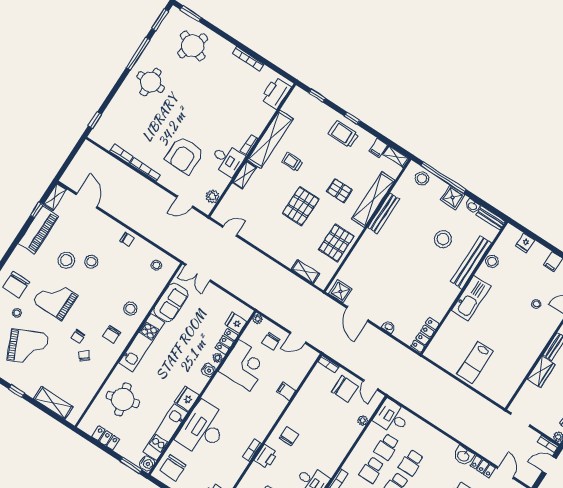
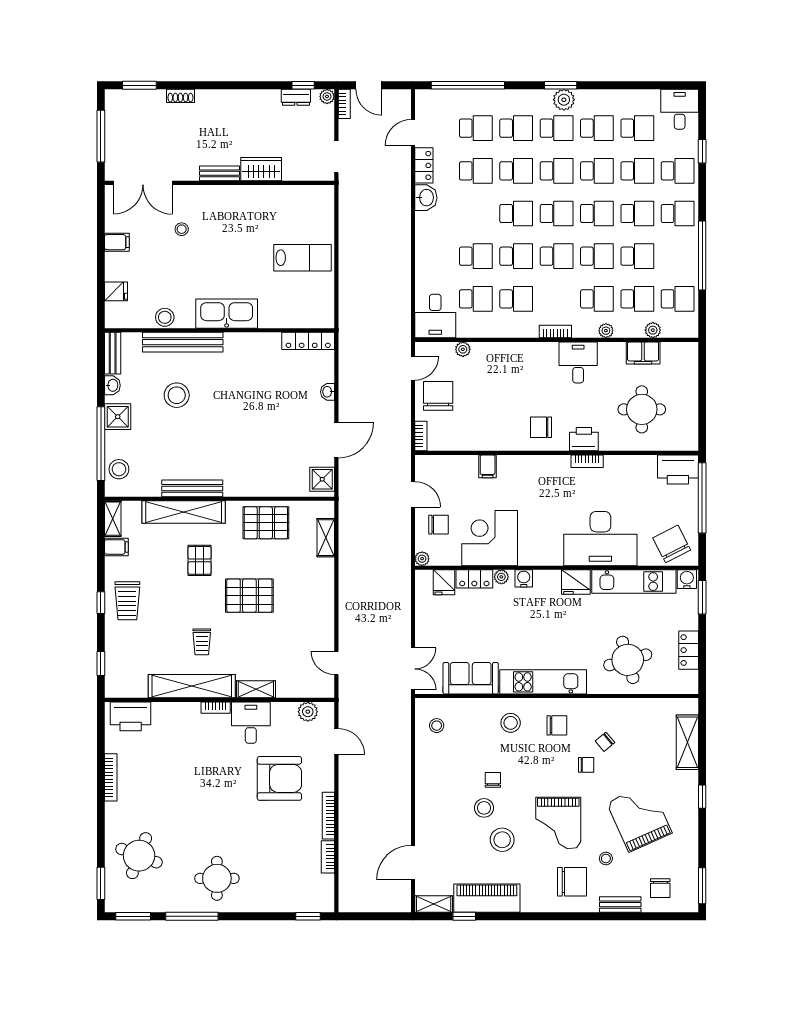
chair: (127, 239) -> (493, 780), moved
chair: (173, 468) -> (672, 544), turned -117

